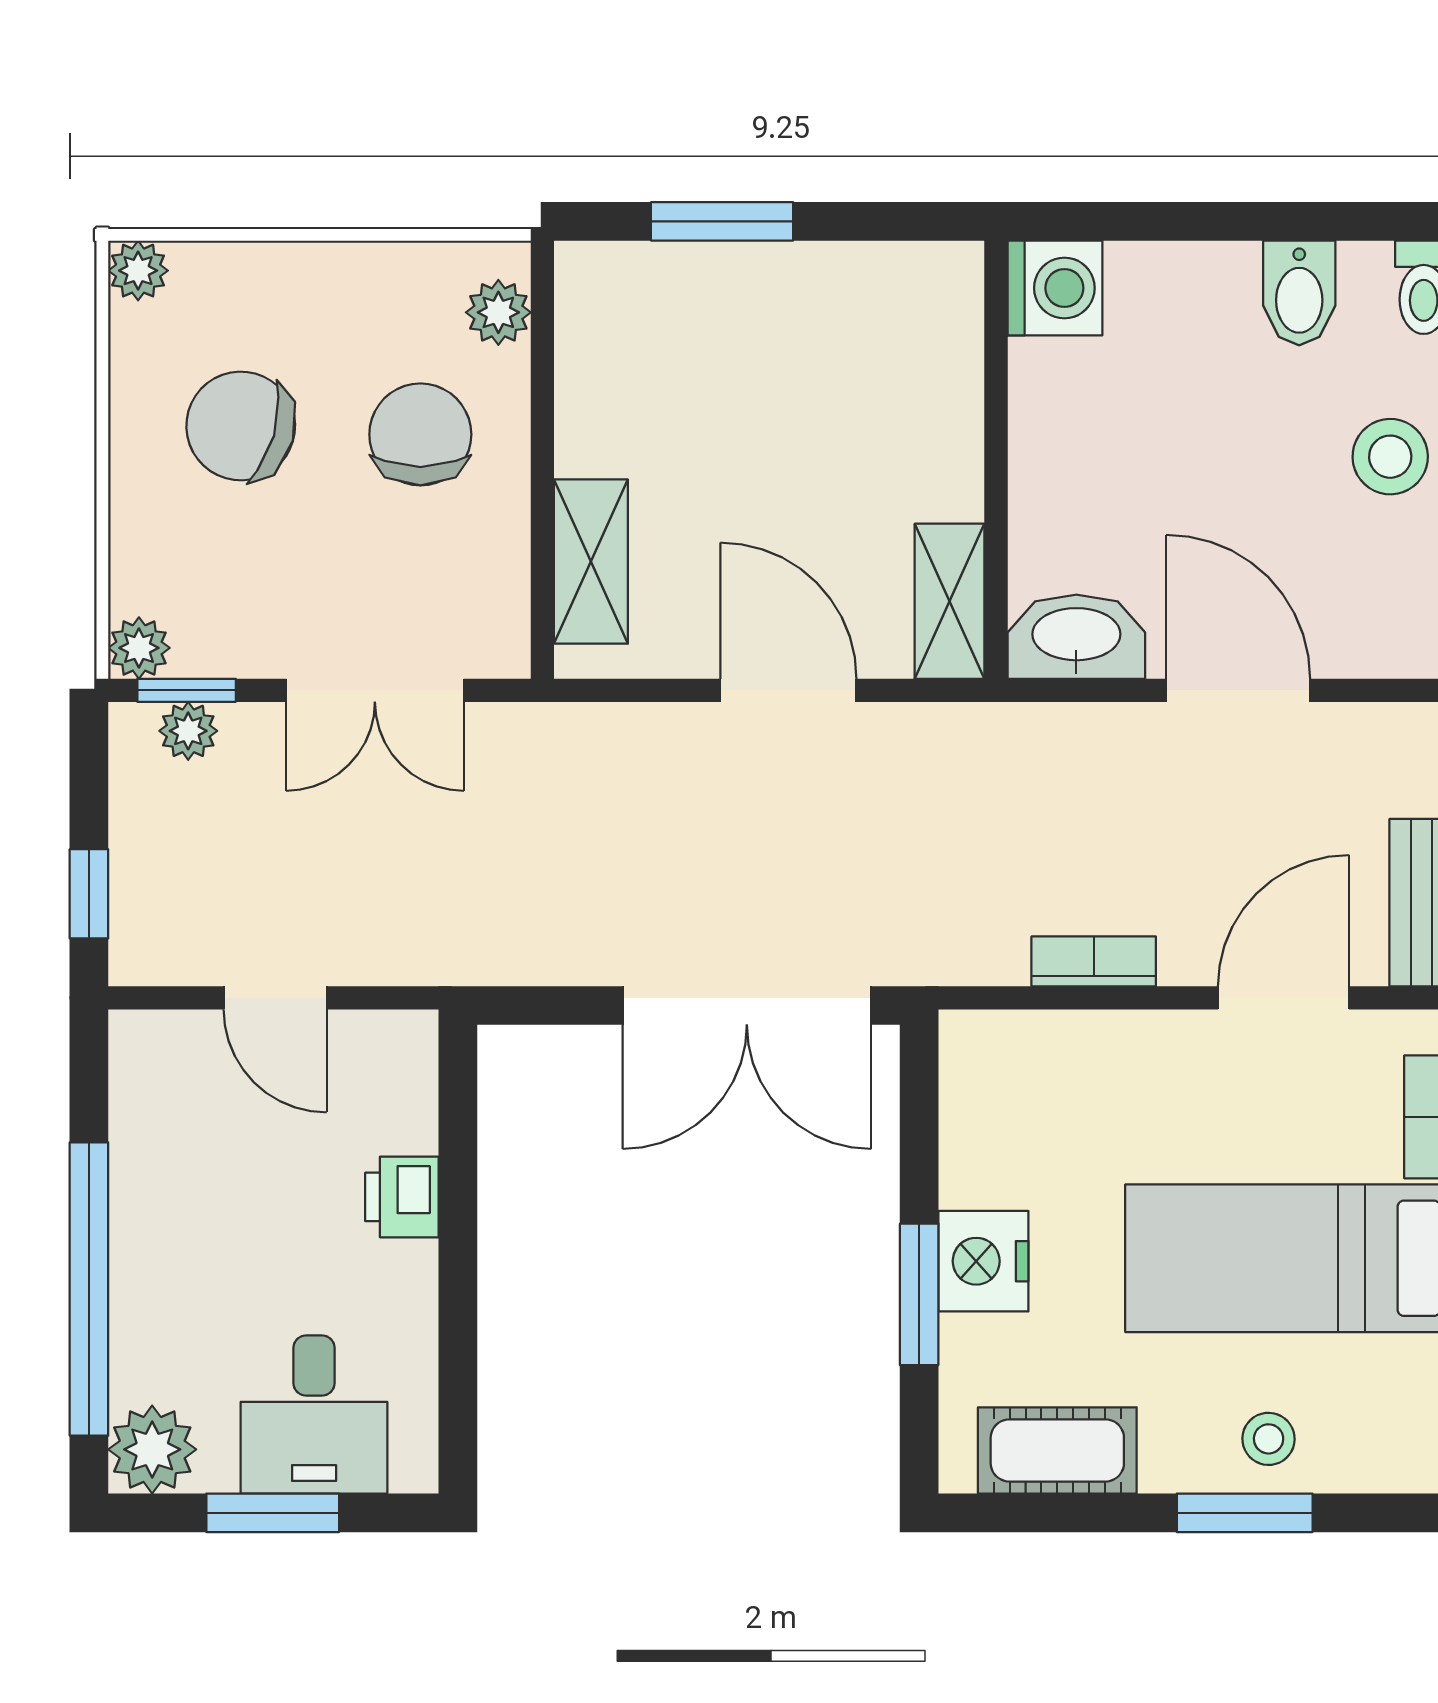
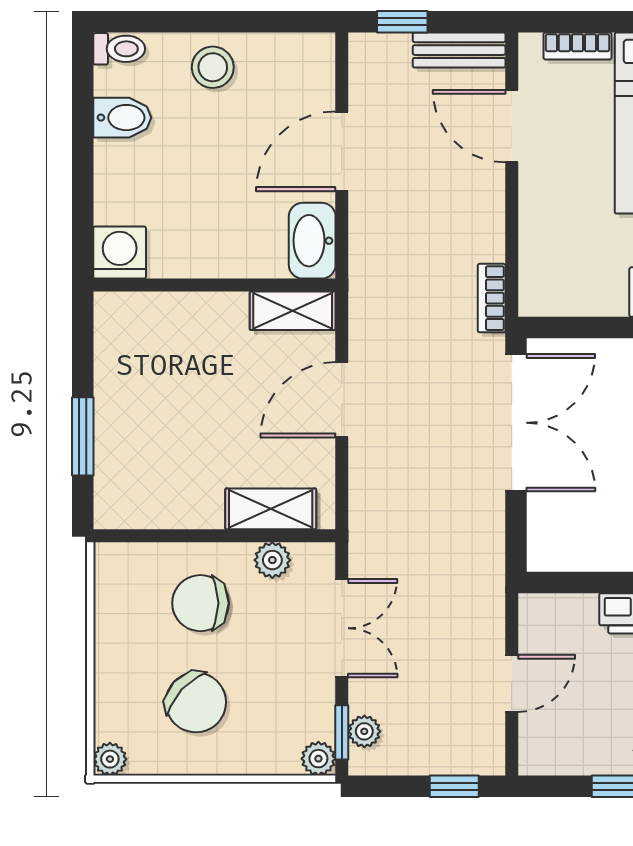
plant: (498, 312) -> (272, 560), moved
chair: (241, 426) -> (196, 702), turned -63
bookcase: (1094, 961) -> (492, 298), moved

